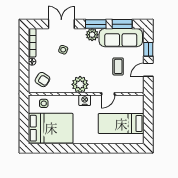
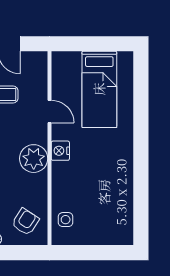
bed: (51, 128) -> (107, 208), removed

